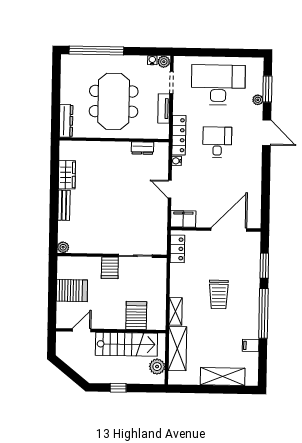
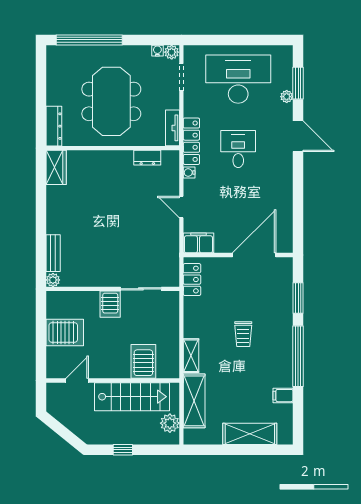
tv unit: (164, 108) -> (172, 128), moved
wardrobe: (67, 175) -> (56, 167), moved
bench: (64, 205) -> (53, 253), moved
trolley: (219, 294) -> (243, 334), width x0.73, depth x0.72

